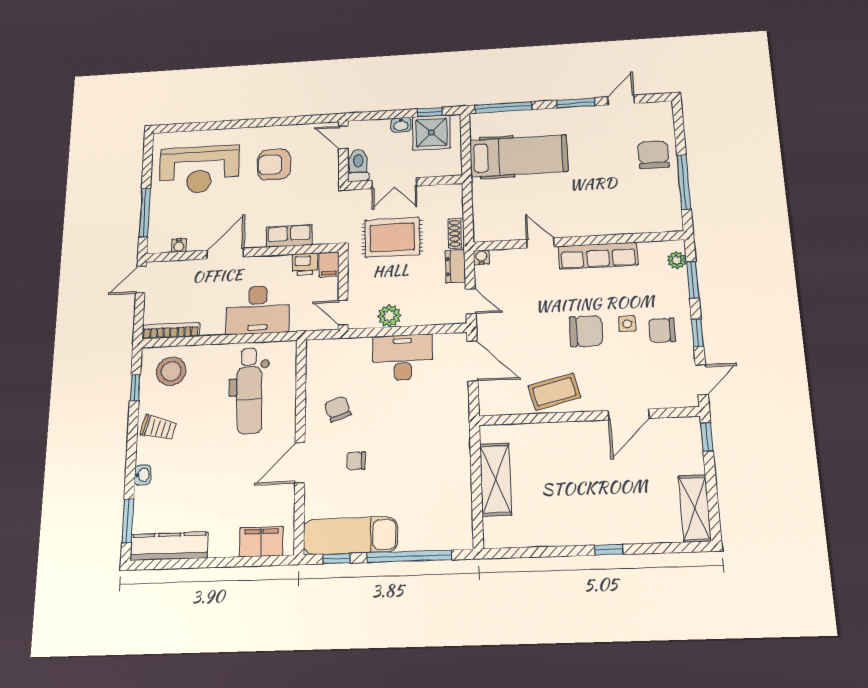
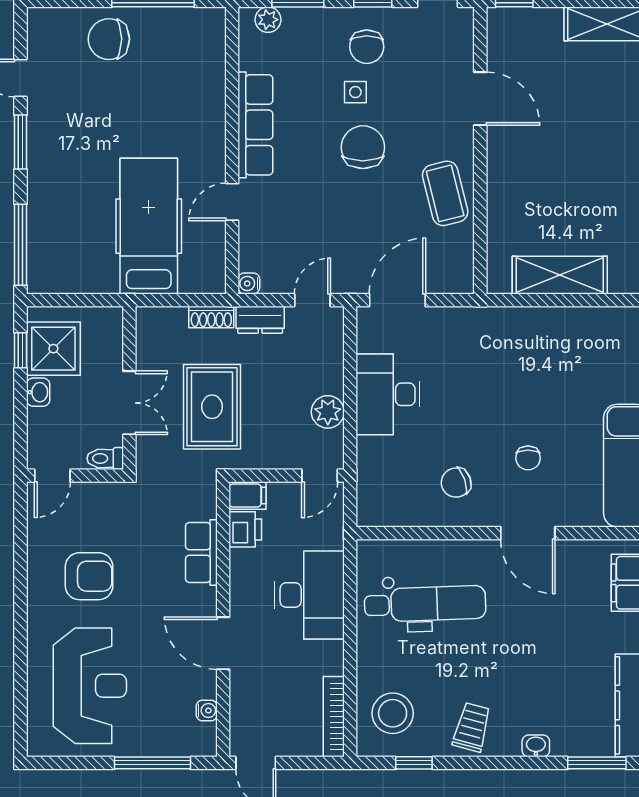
hospital bed: (519, 156) -> (149, 226), moved
armchair: (274, 165) -> (89, 576), turned -90
toilet: (358, 165) -> (105, 458), width x0.73, depth x0.72

